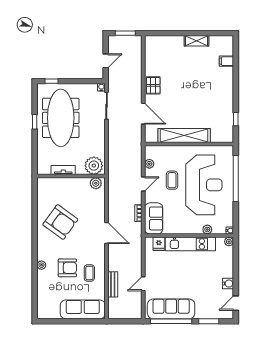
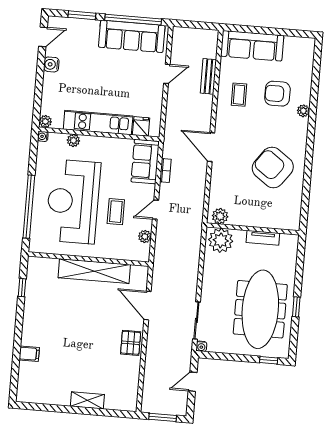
shelving: (196, 41) -> (87, 400), moved
filing cabinet: (226, 61) -> (29, 354), moved
armchair: (67, 268) -> (277, 94), moved

